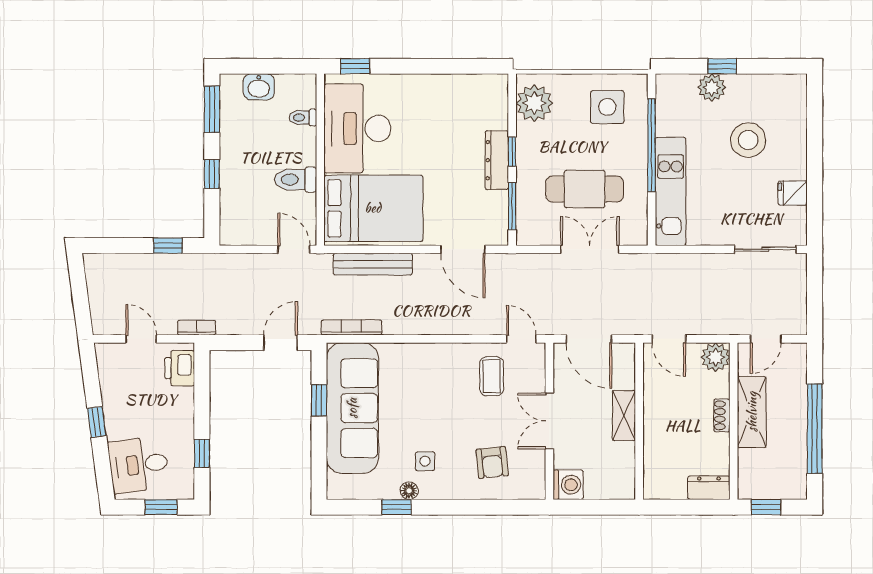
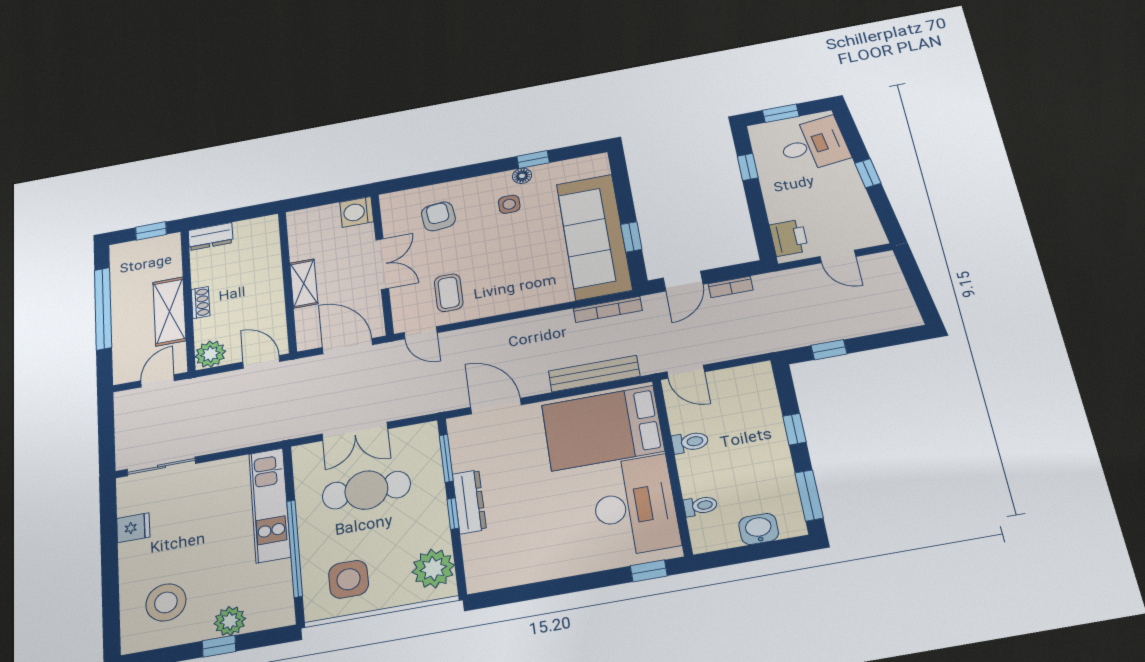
stool: (748, 140) -> (166, 602), moved
toilet: (296, 180) -> (690, 442), width x0.73, depth x0.72
bookcase: (197, 328) -> (731, 287), moved

